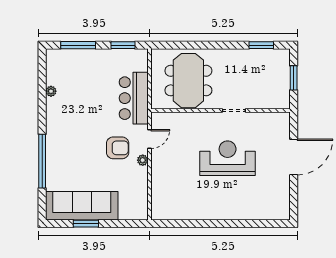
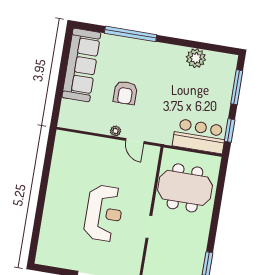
plant: (51, 91) -> (196, 58), width x1.87, depth x1.87
bar counter: (134, 98) -> (199, 136), moved
armchair: (118, 148) -> (125, 93), moved
window: (86, 224) -> (63, 66), removed

